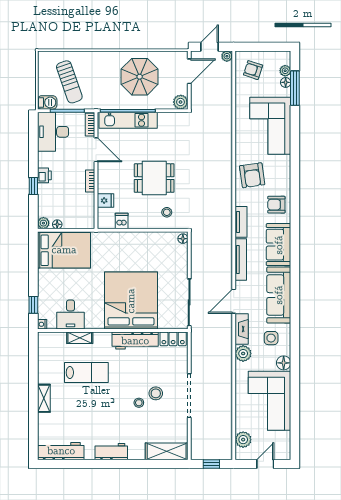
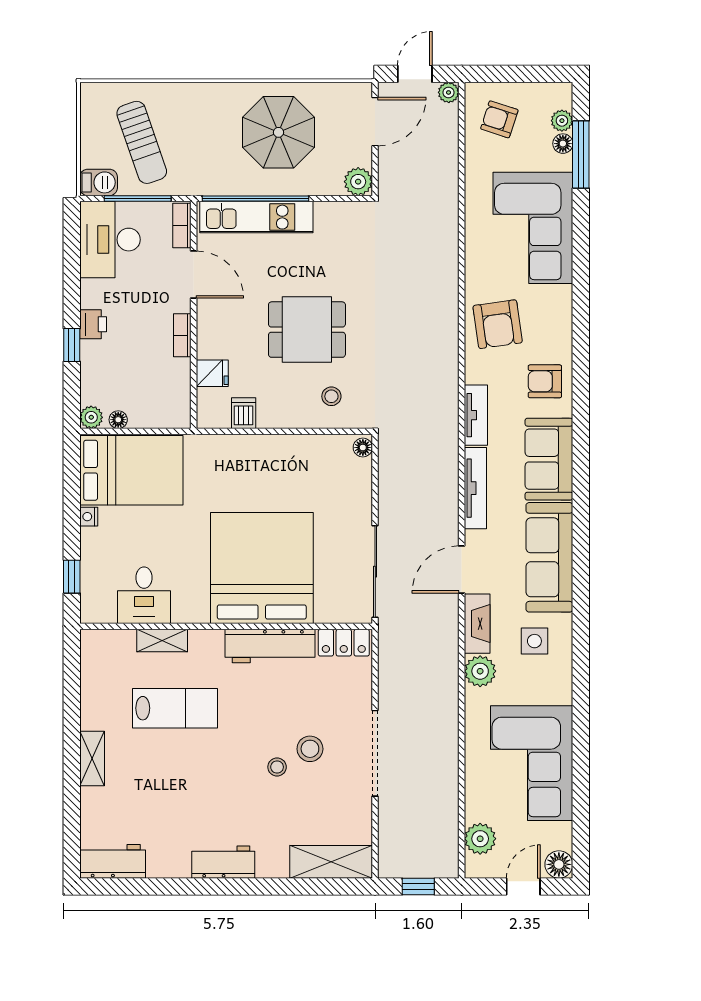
nightstand: (42, 324) -> (89, 517), moved
floor lamp: (284, 363) -> (559, 864), moved
workbench: (61, 451) -> (113, 861), width x0.73

